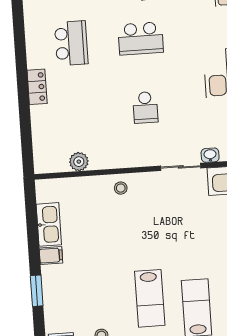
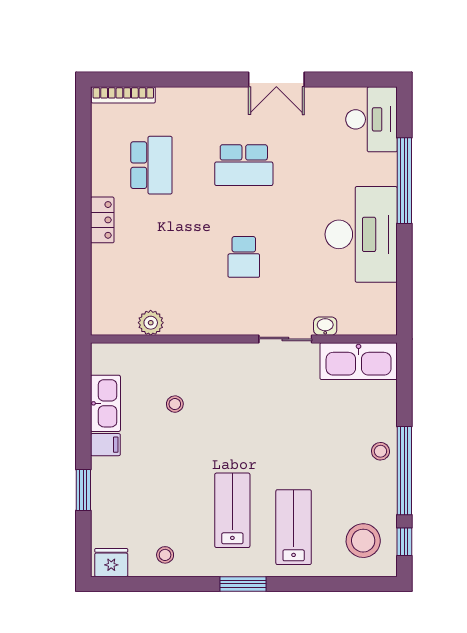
stool: (121, 188) -> (175, 404), moved
lab bench: (150, 298) -> (232, 510), turned 180

